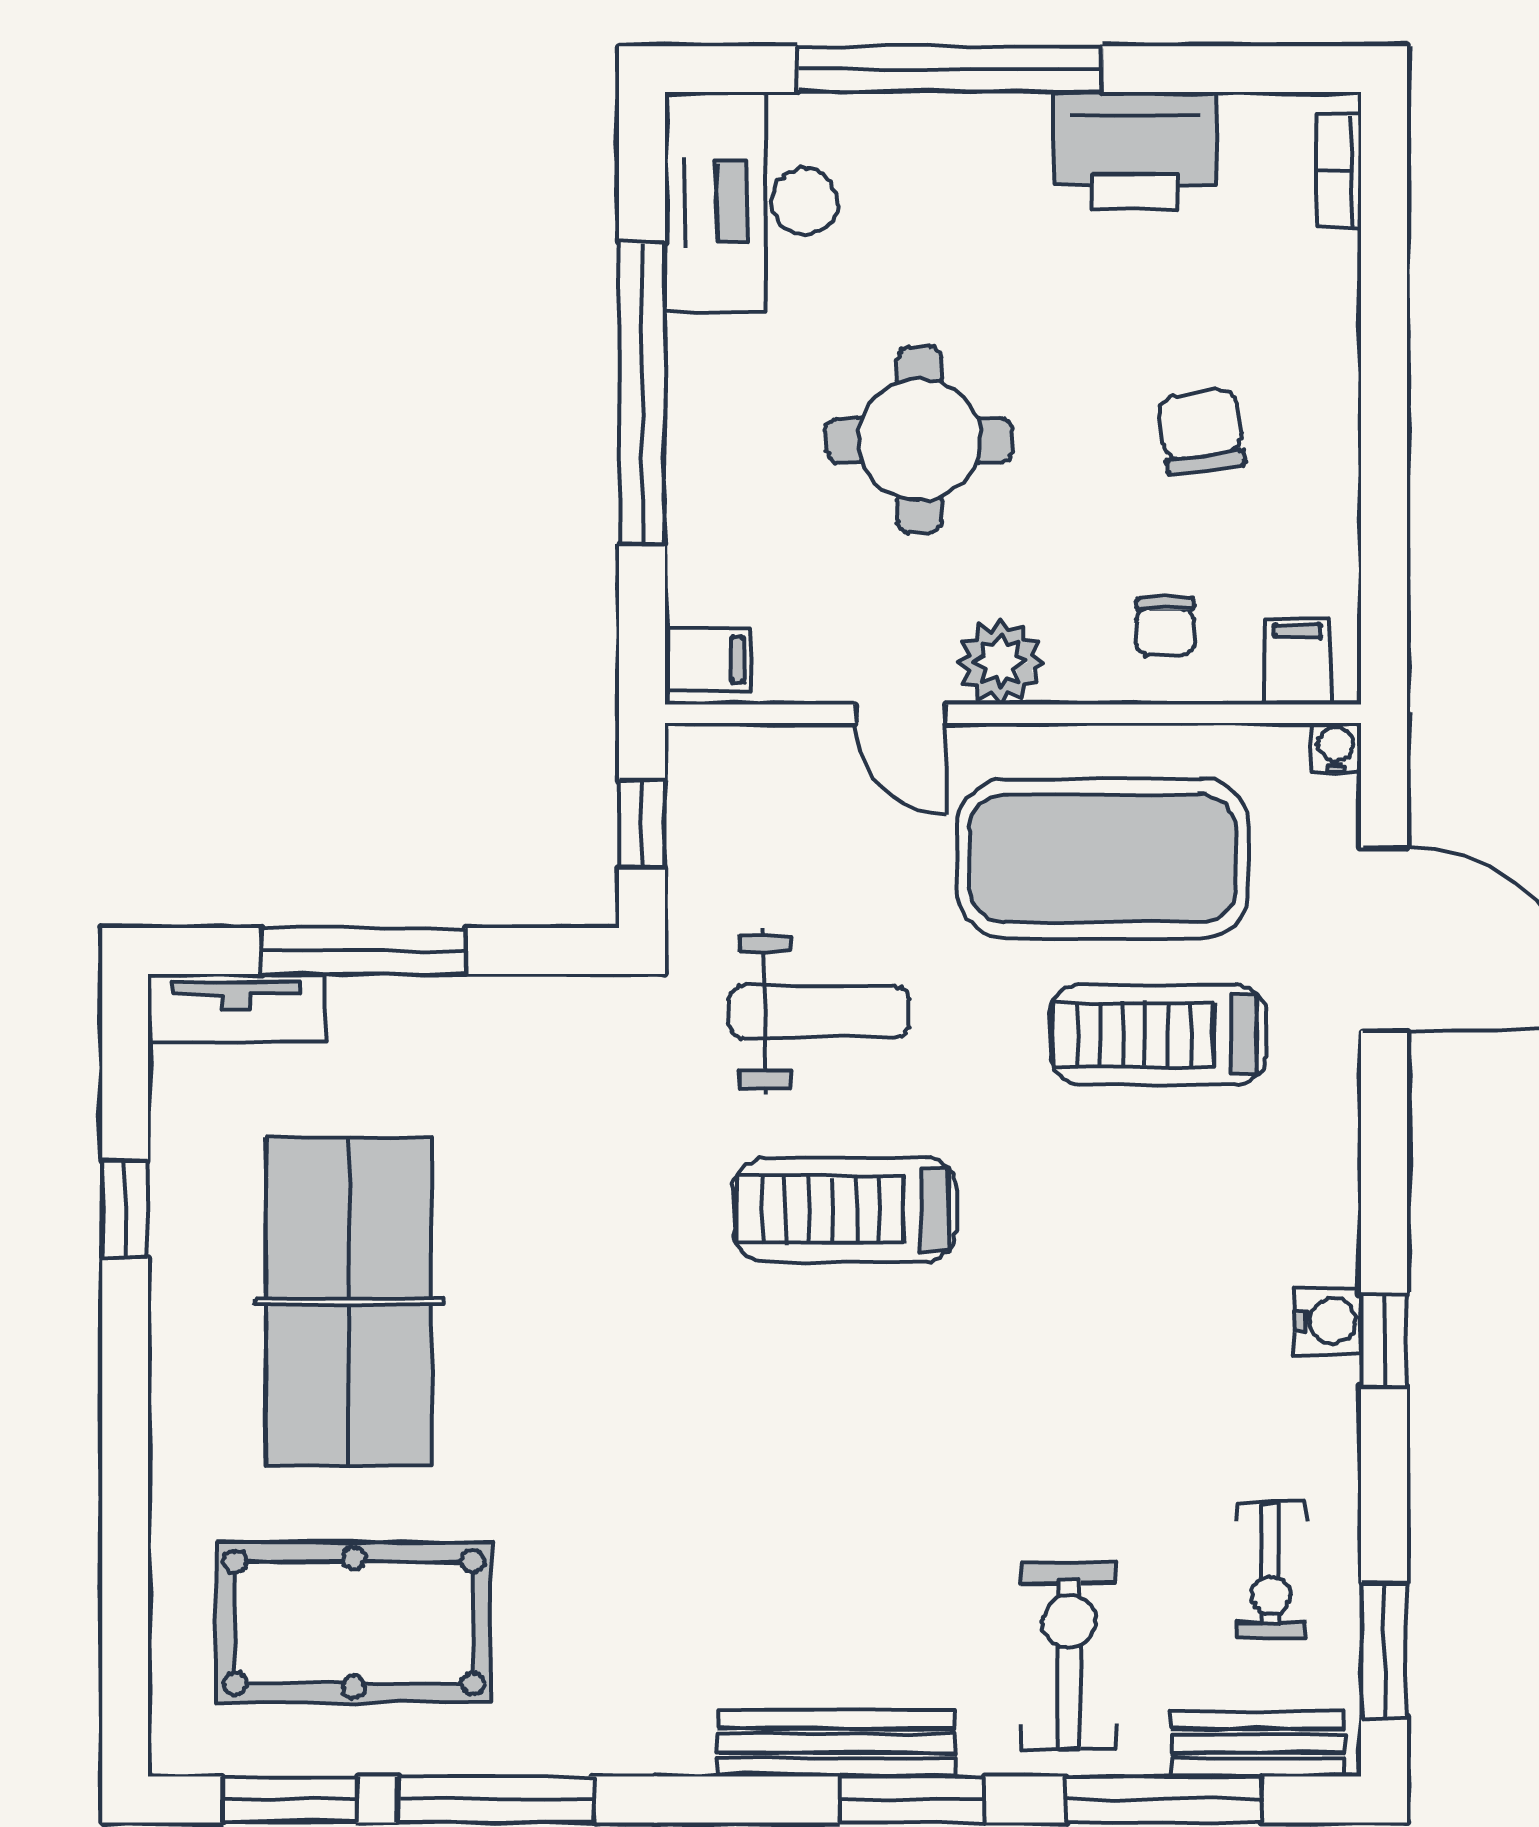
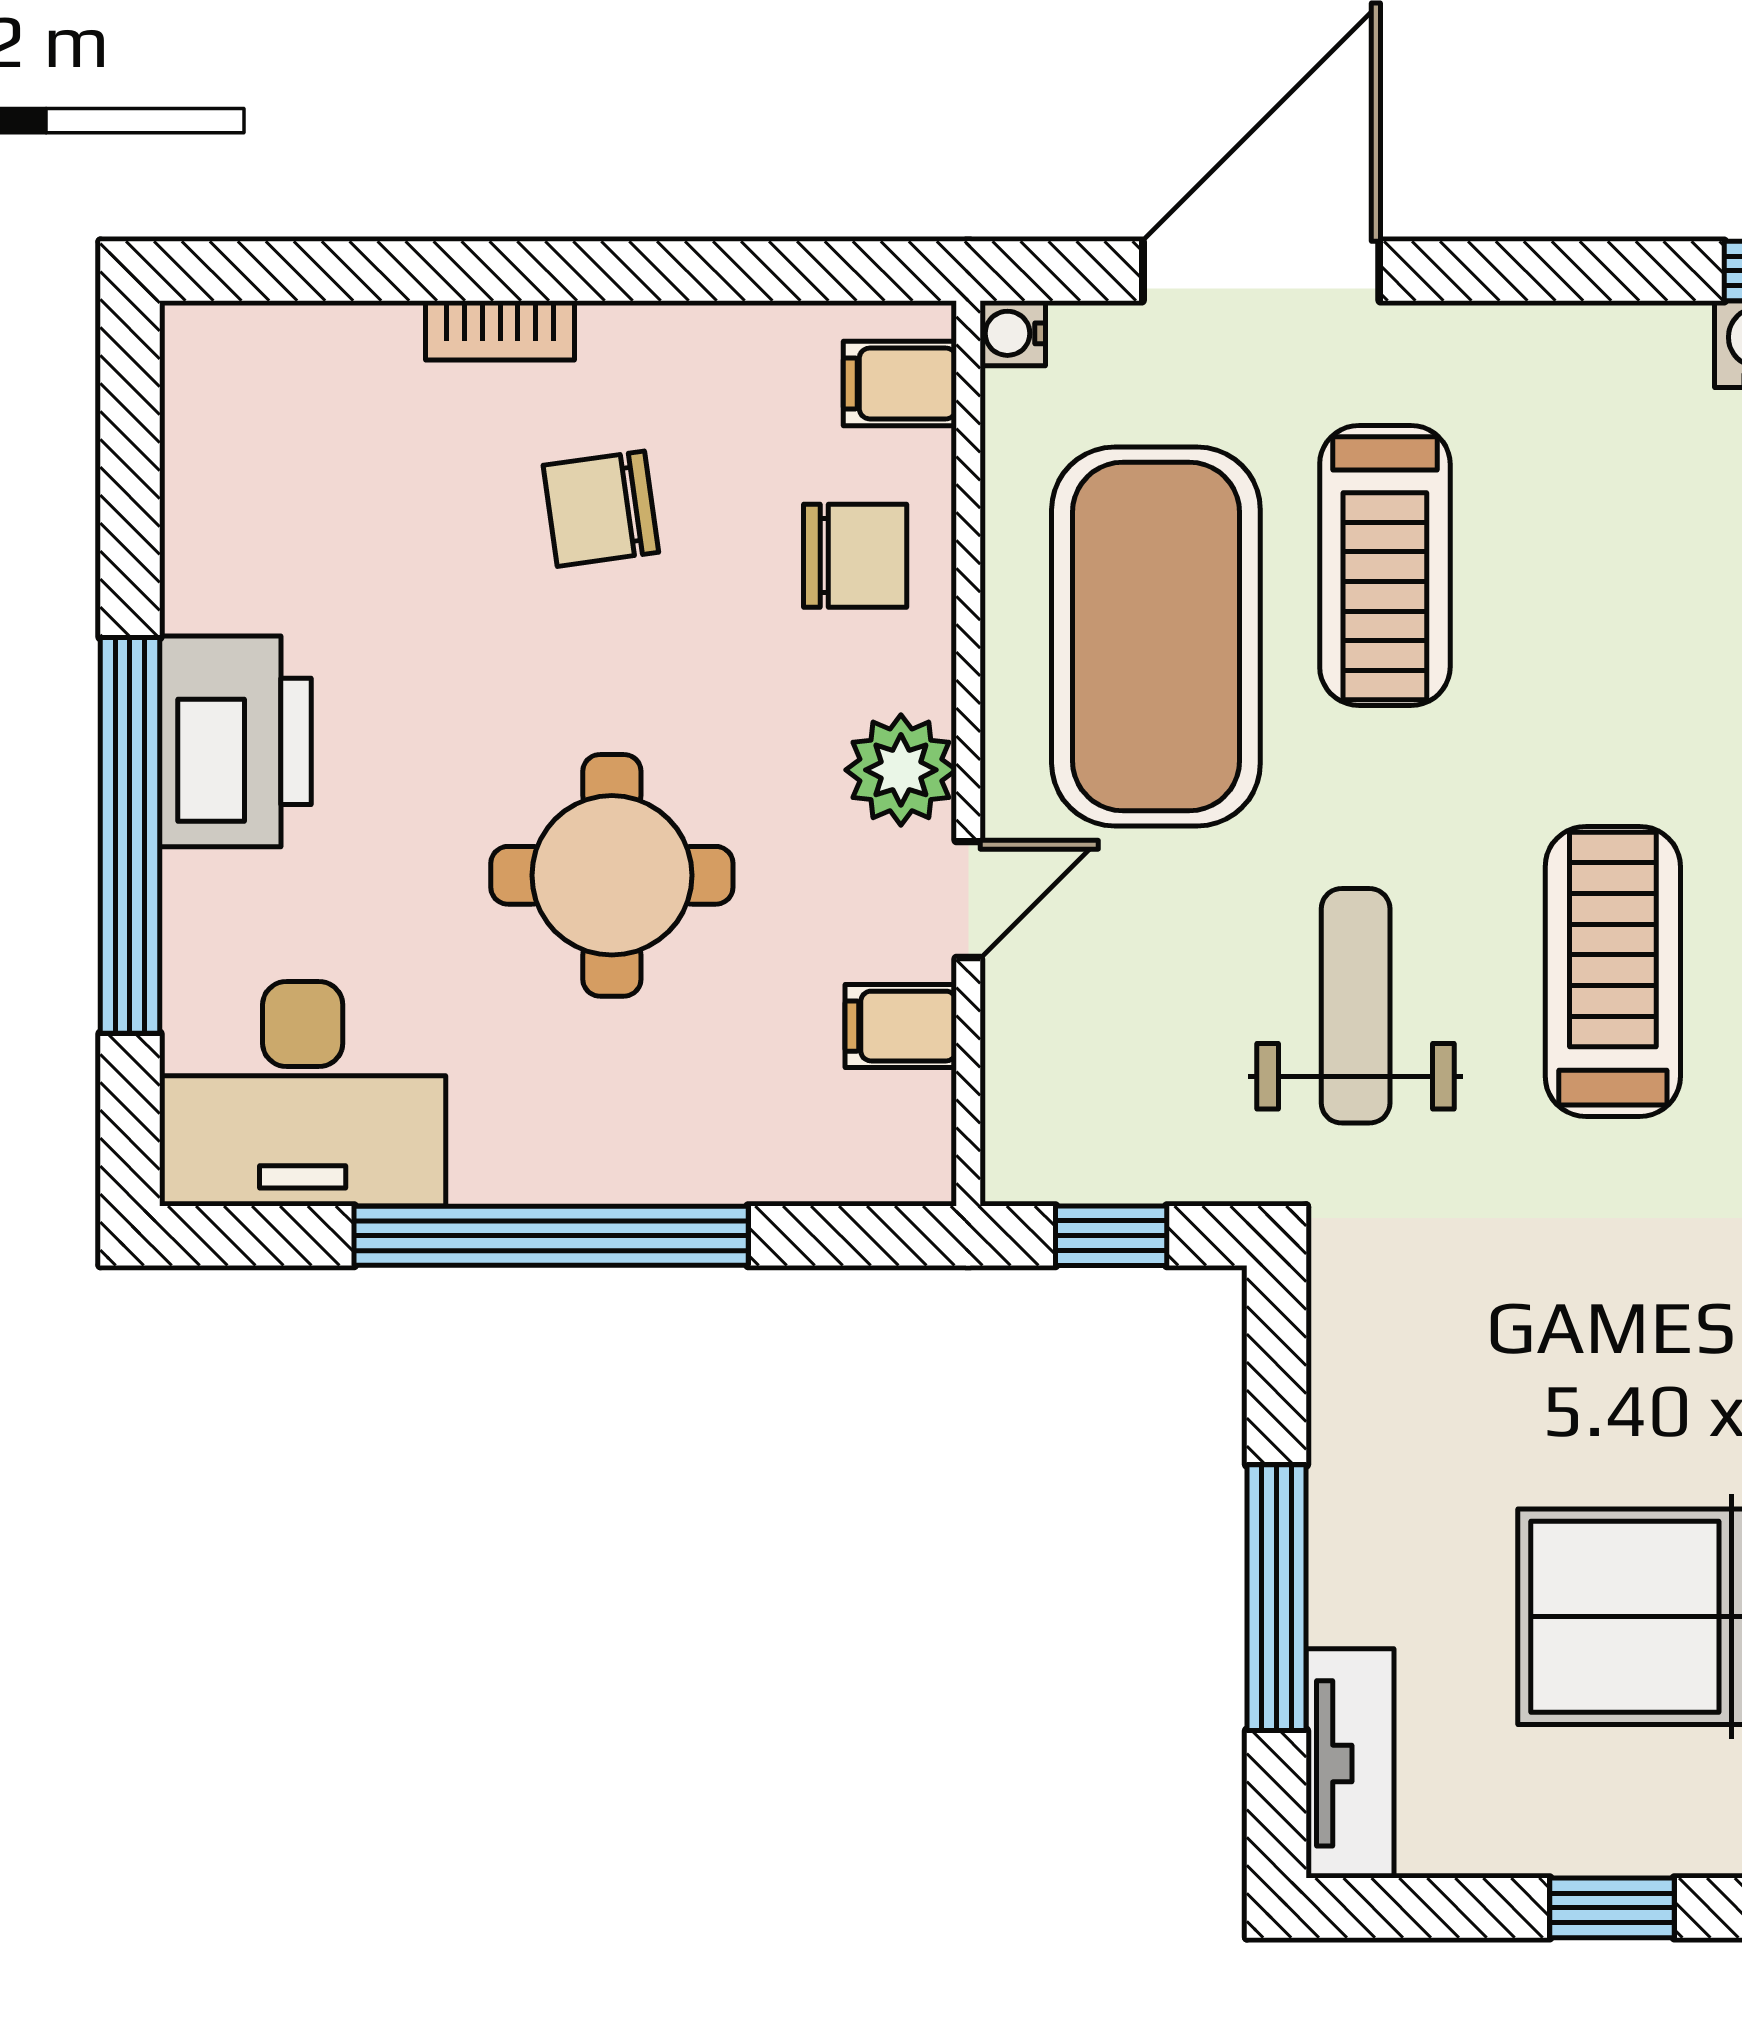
printer: (1135, 150) -> (235, 741), moved
bookcase: (1338, 171) -> (500, 330), moved
chair: (1165, 627) -> (855, 556), width x1.37, depth x1.37
filing cabinet: (708, 659) -> (901, 1026), moved, turned -90
treadmill: (845, 1210) -> (1613, 971), turned 180

